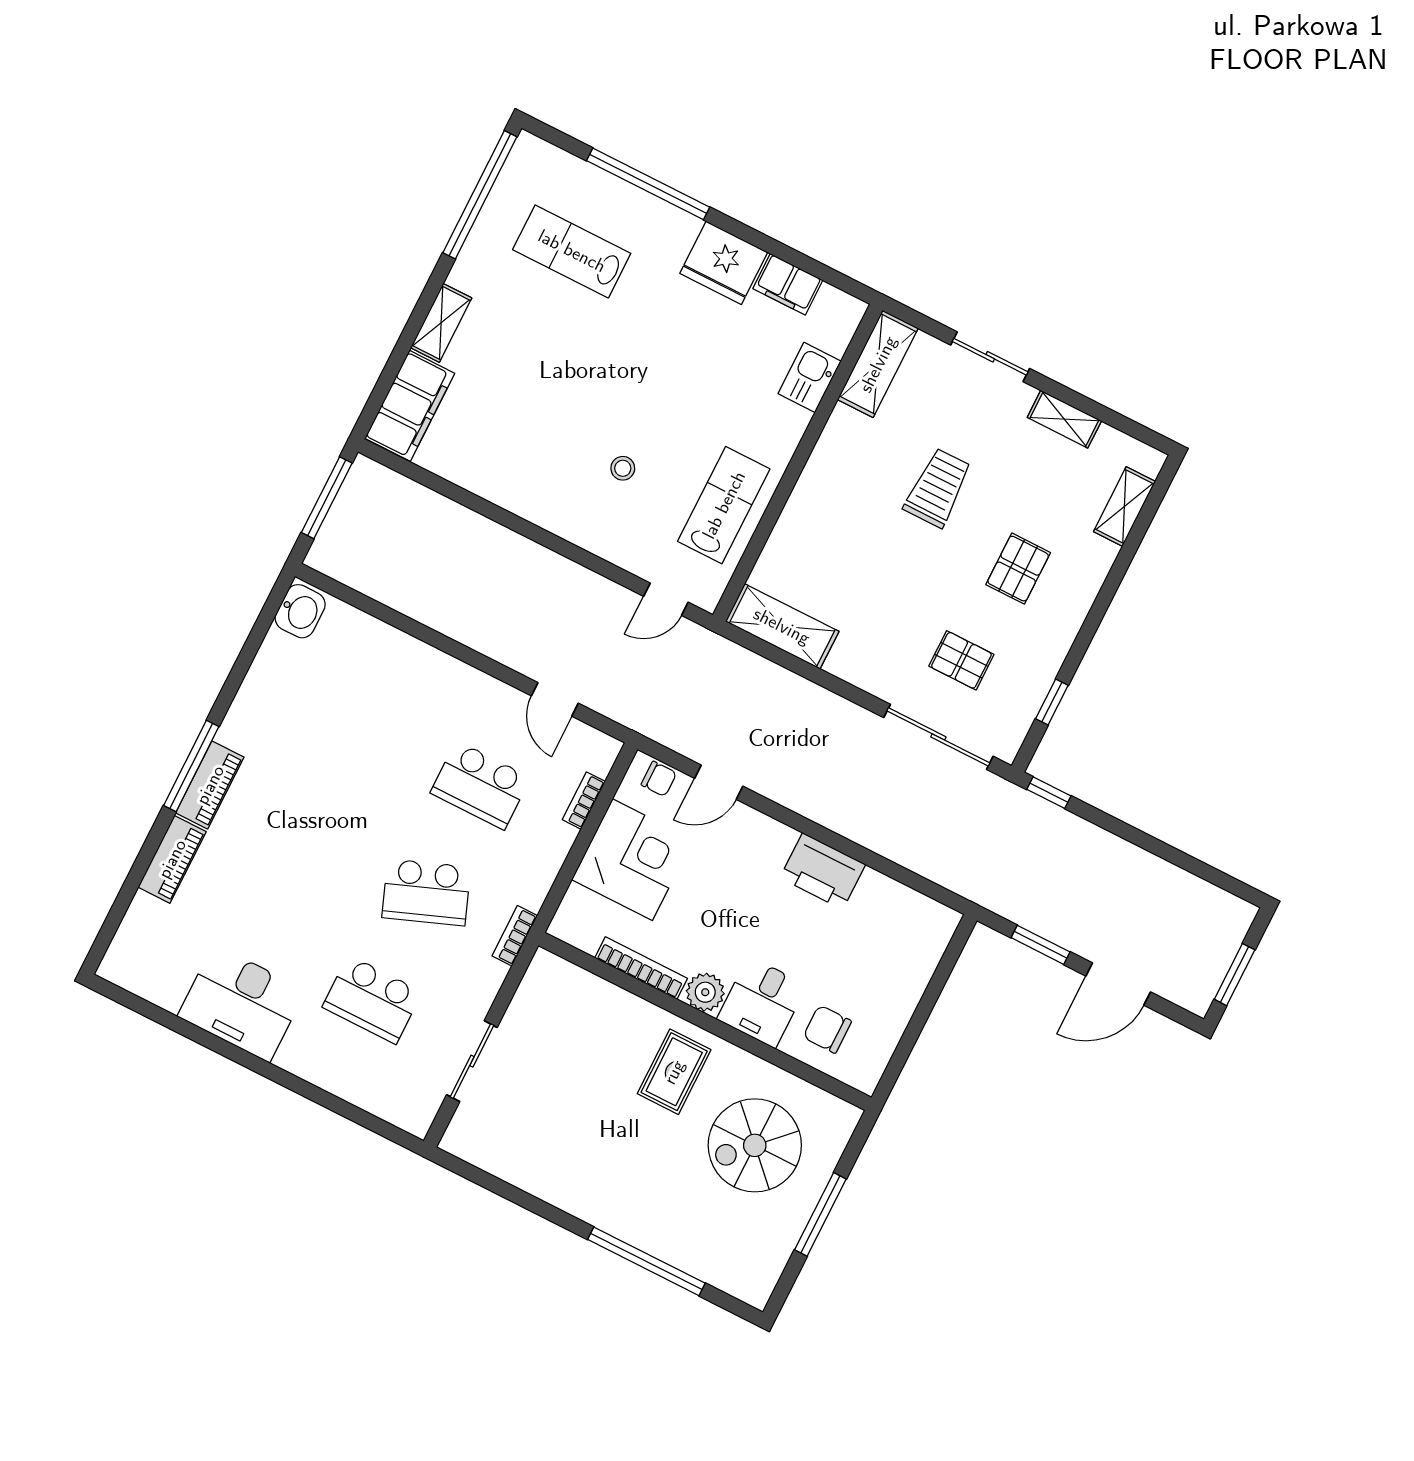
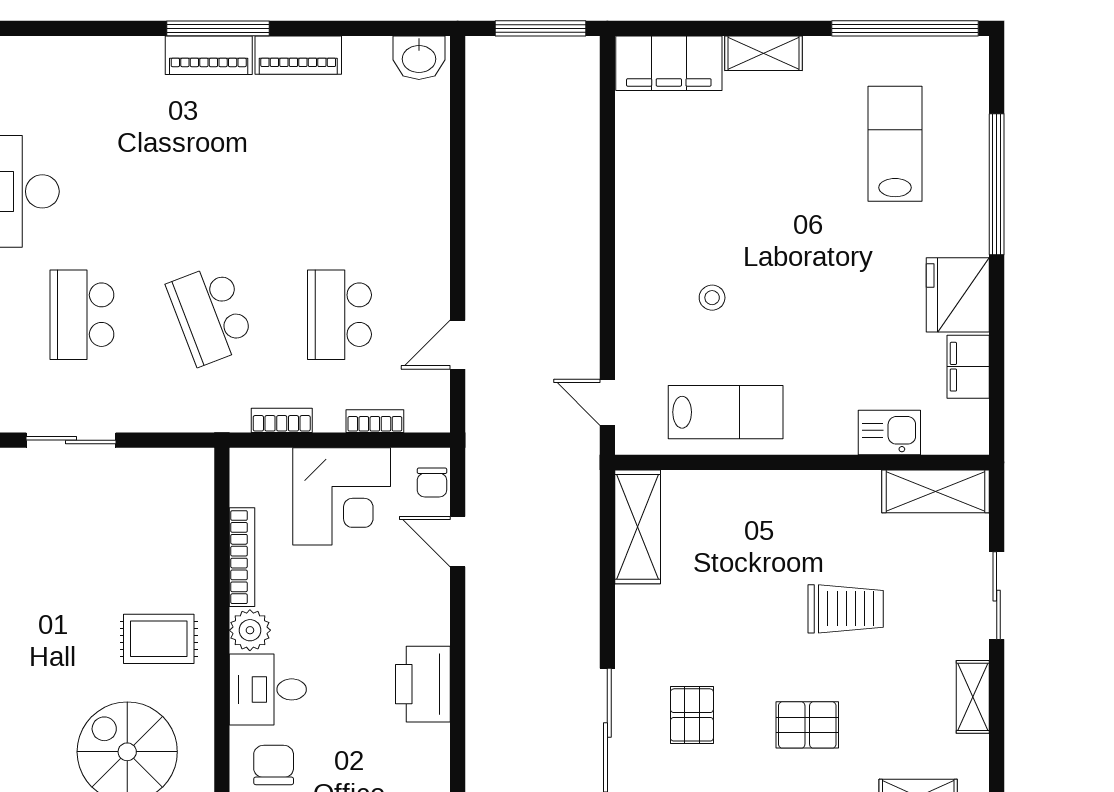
piano: (172, 859) -> (298, 55), moved
bookcase: (515, 936) -> (282, 420), moved

